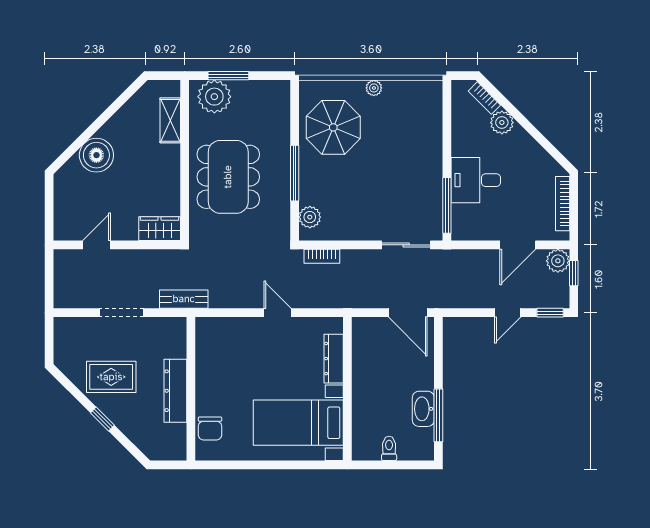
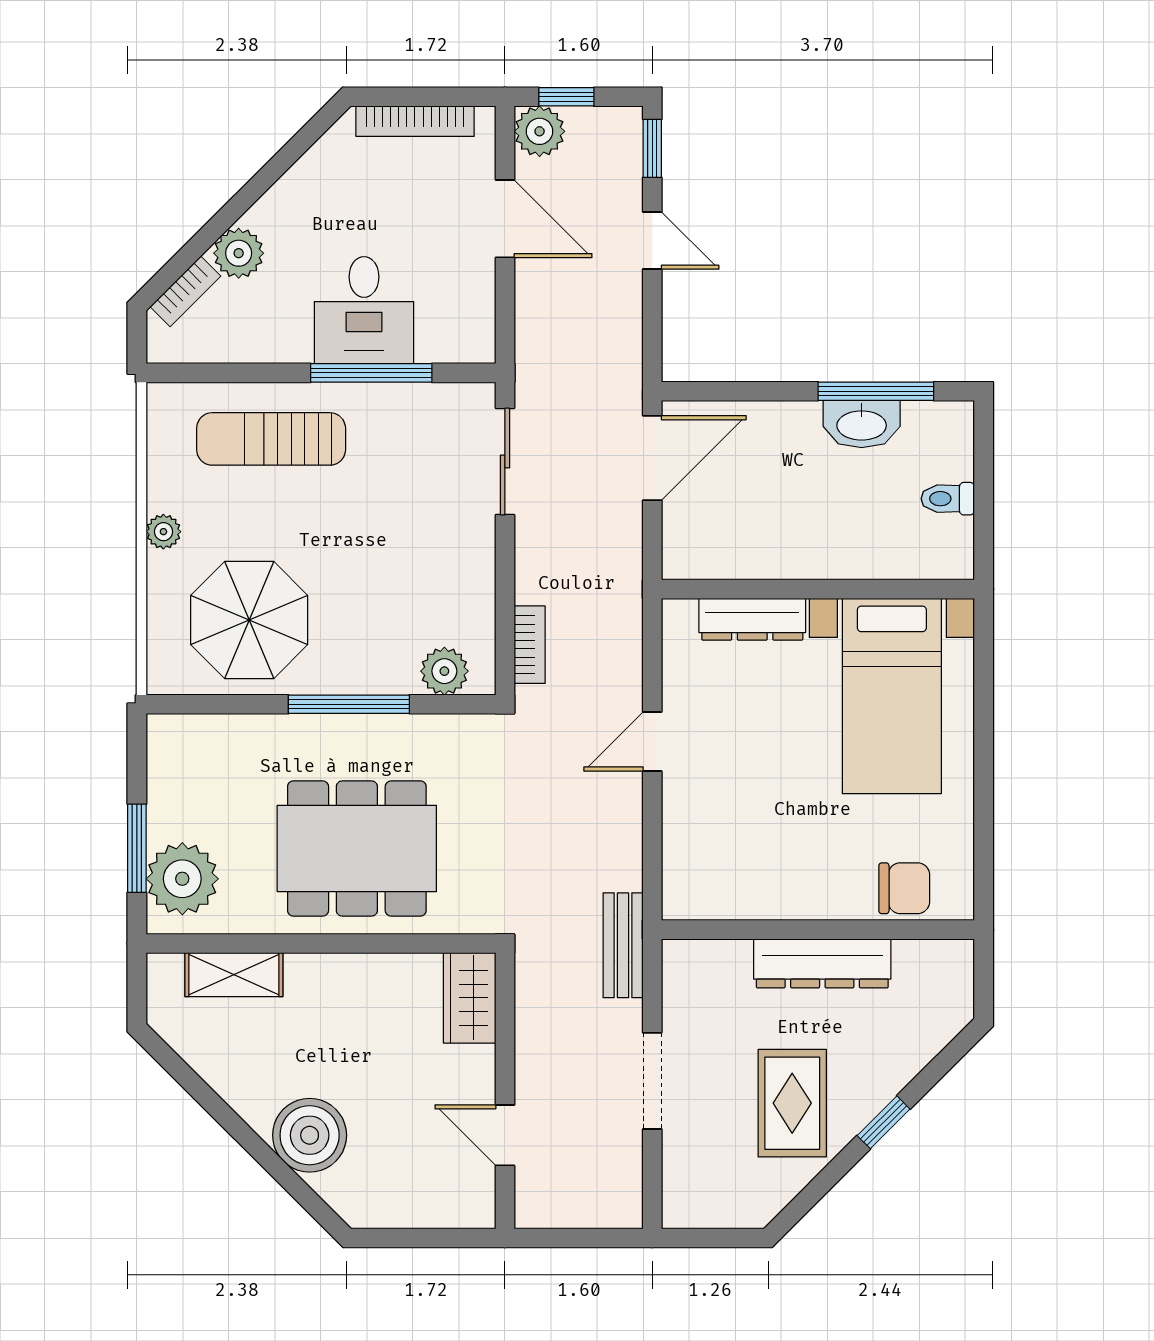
sun lounger: (416, 137) -> (271, 439), added
window: (447, 205) -> (371, 373), moved

